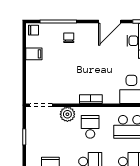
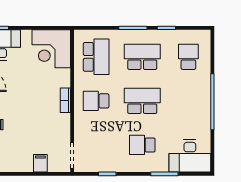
filing cabinet: (34, 54) -> (40, 163), moved
plant: (67, 114) -> (82, 126), removed

